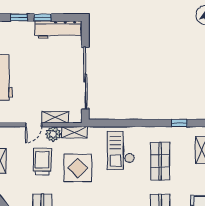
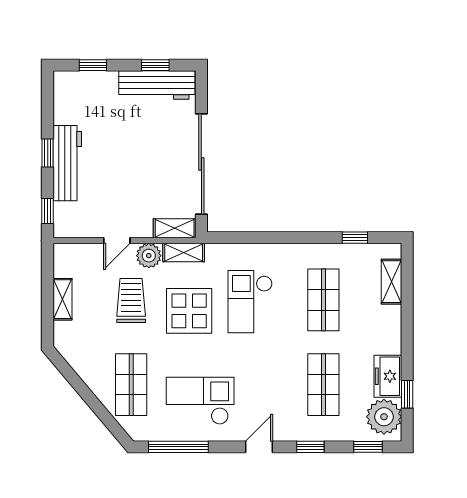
window: (43, 17) -> (155, 65), moved
shelving: (55, 117) -> (175, 228), moved
checkout: (121, 150) -> (250, 302), moved

